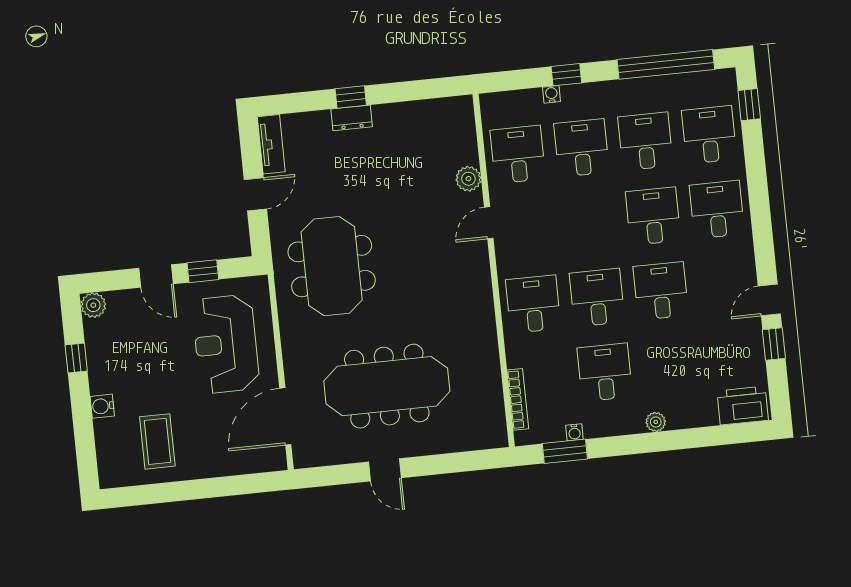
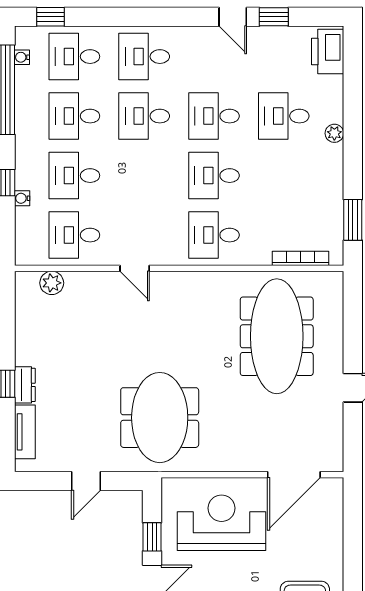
tv unit: (271, 144) -> (25, 432), moved, turned 90
plant: (468, 179) -> (52, 283), moved
door: (255, 194) -> (86, 481), swing flipped
meeting table: (332, 266) -> (160, 418), turned 90
reception desk: (226, 344) -> (222, 523), turned 180
desk: (605, 372) -> (284, 116), moved
meeting table: (387, 386) -> (277, 336), moved
door: (285, 416) -> (294, 475), hinge flipped
water cooler: (574, 432) -> (22, 57), moved, turned 180

